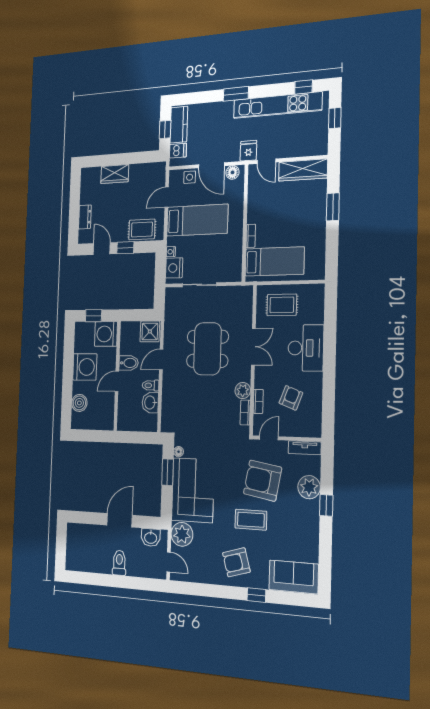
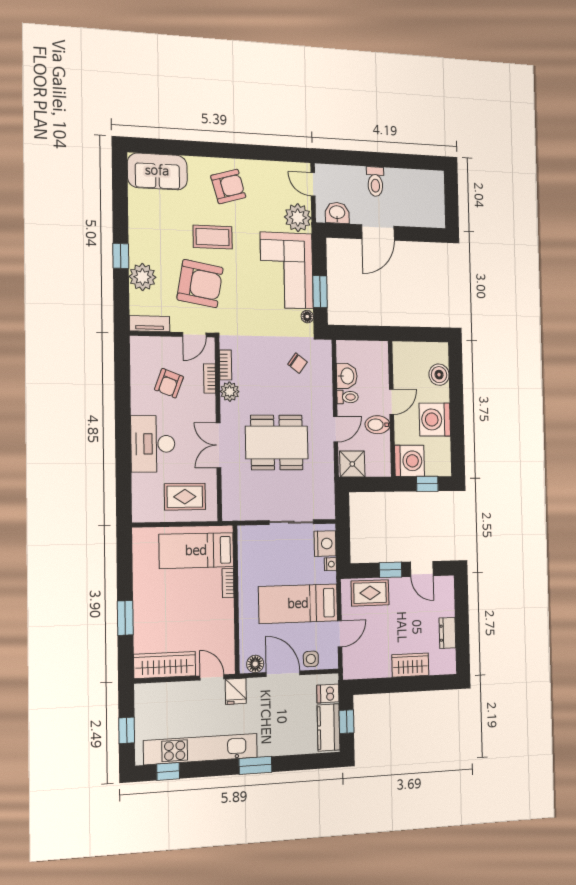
dresser: (85, 217) -> (447, 633), moved
dining table: (207, 349) -> (277, 442), turned 90
chair: (188, 413) -> (297, 363), added
window: (256, 595) -> (202, 149), removed

